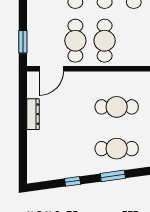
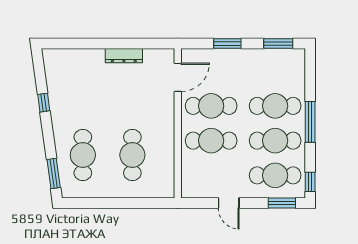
window: (23, 42) -> (227, 44), moved
door: (51, 69) -> (178, 77), swing flipped
window: (113, 176) -> (54, 174), moved

